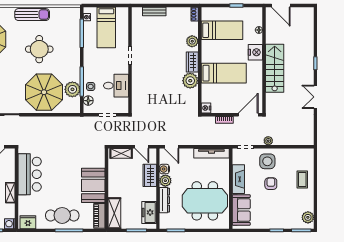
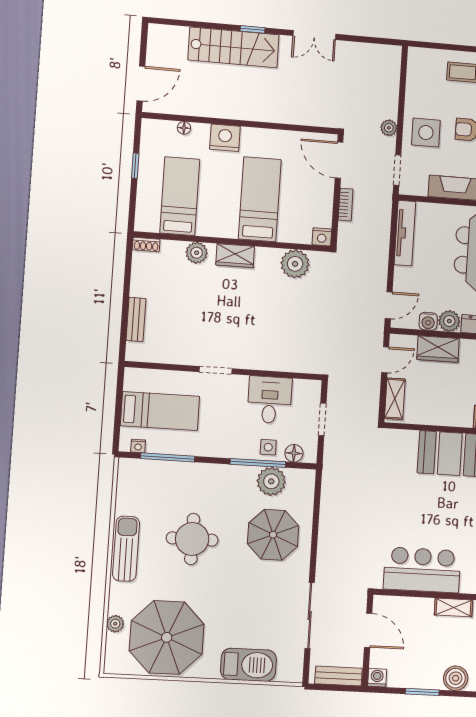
stairs: (275, 68) -> (233, 47), moved, turned 180
plant: (190, 81) -> (295, 264), moved
parasol: (44, 92) -> (273, 535), width x0.73, depth x0.73

